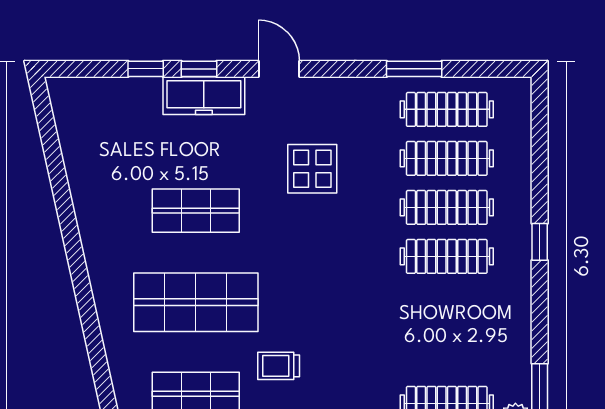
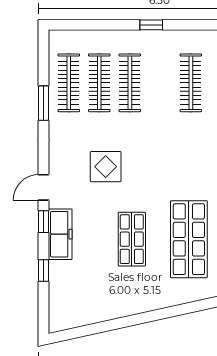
window: (199, 69) -> (44, 222), moved
clothes rail: (447, 256) -> (191, 83), moved

